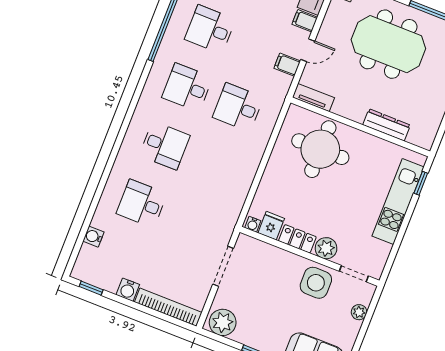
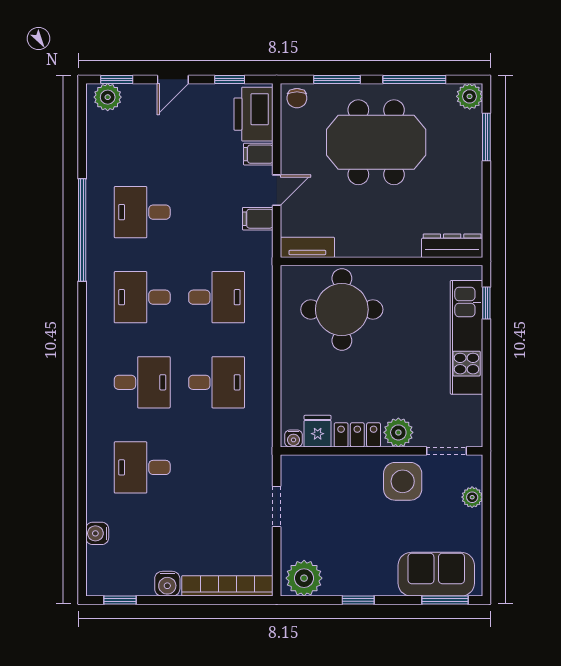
desk: (238, 107) -> (217, 297), turned 180
dresser: (387, 125) -> (452, 246), moved
desk: (215, 165) -> (217, 382), added
doorway: (223, 266) -> (277, 506), width x0.73

